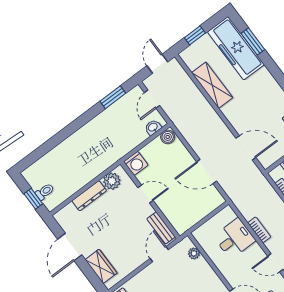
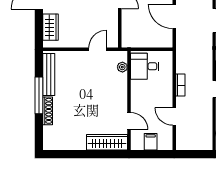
bench: (161, 228) -> (113, 32), removed
desk: (234, 239) -> (145, 66), moved, turned 180

